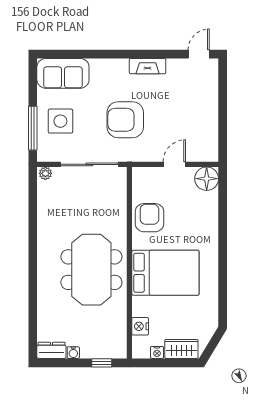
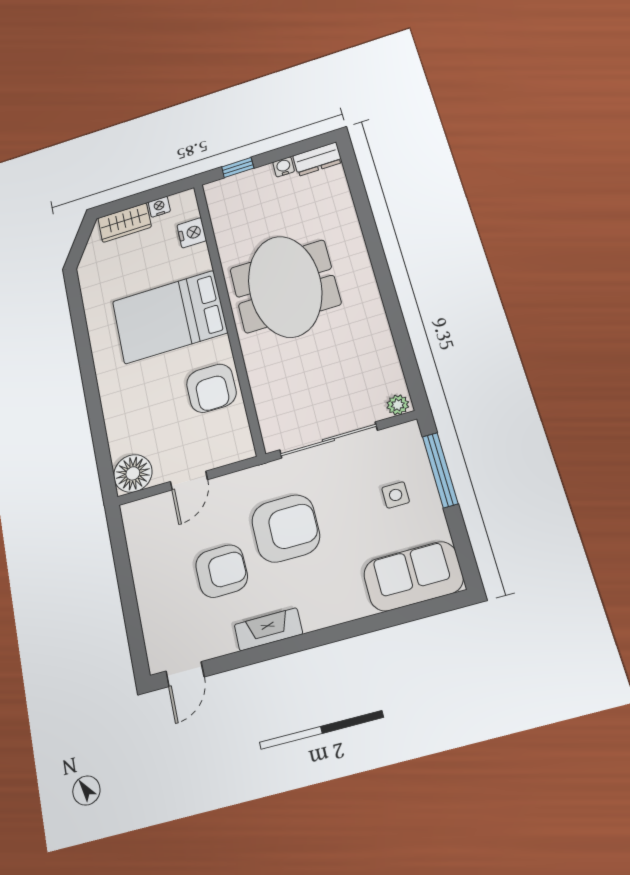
armchair: (167, 106) -> (222, 571), added
side table: (60, 121) -> (396, 495), width x0.54, depth x0.54

